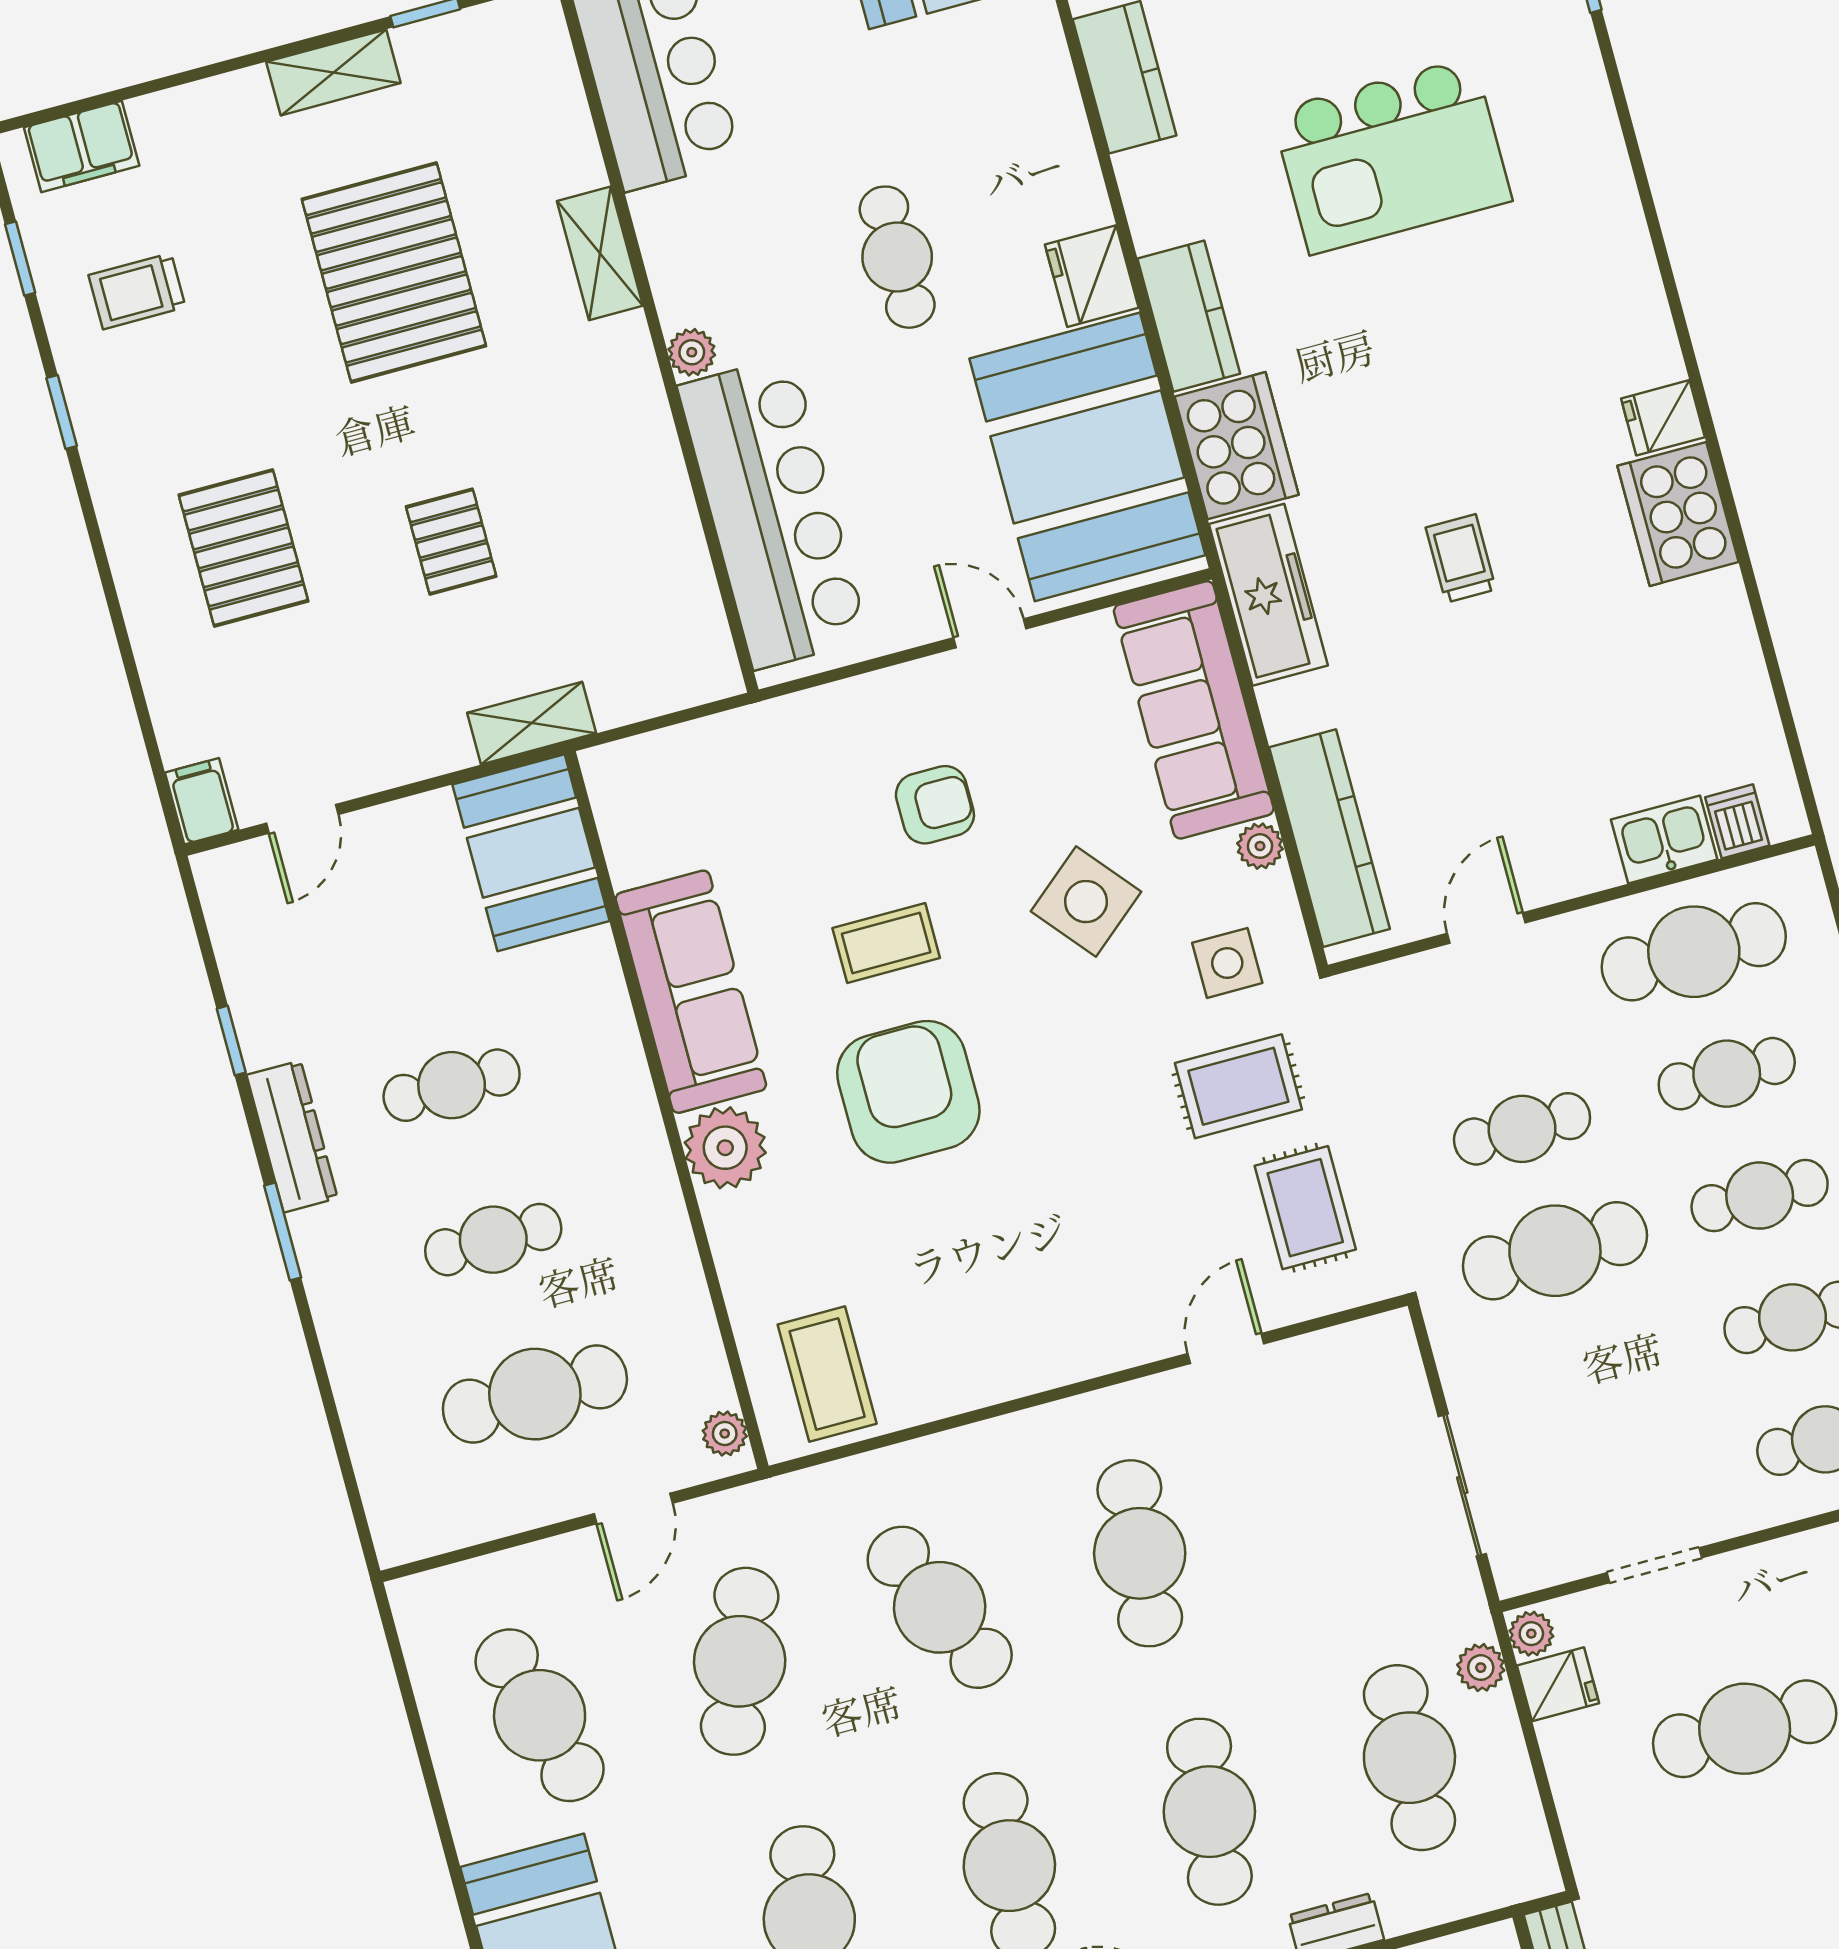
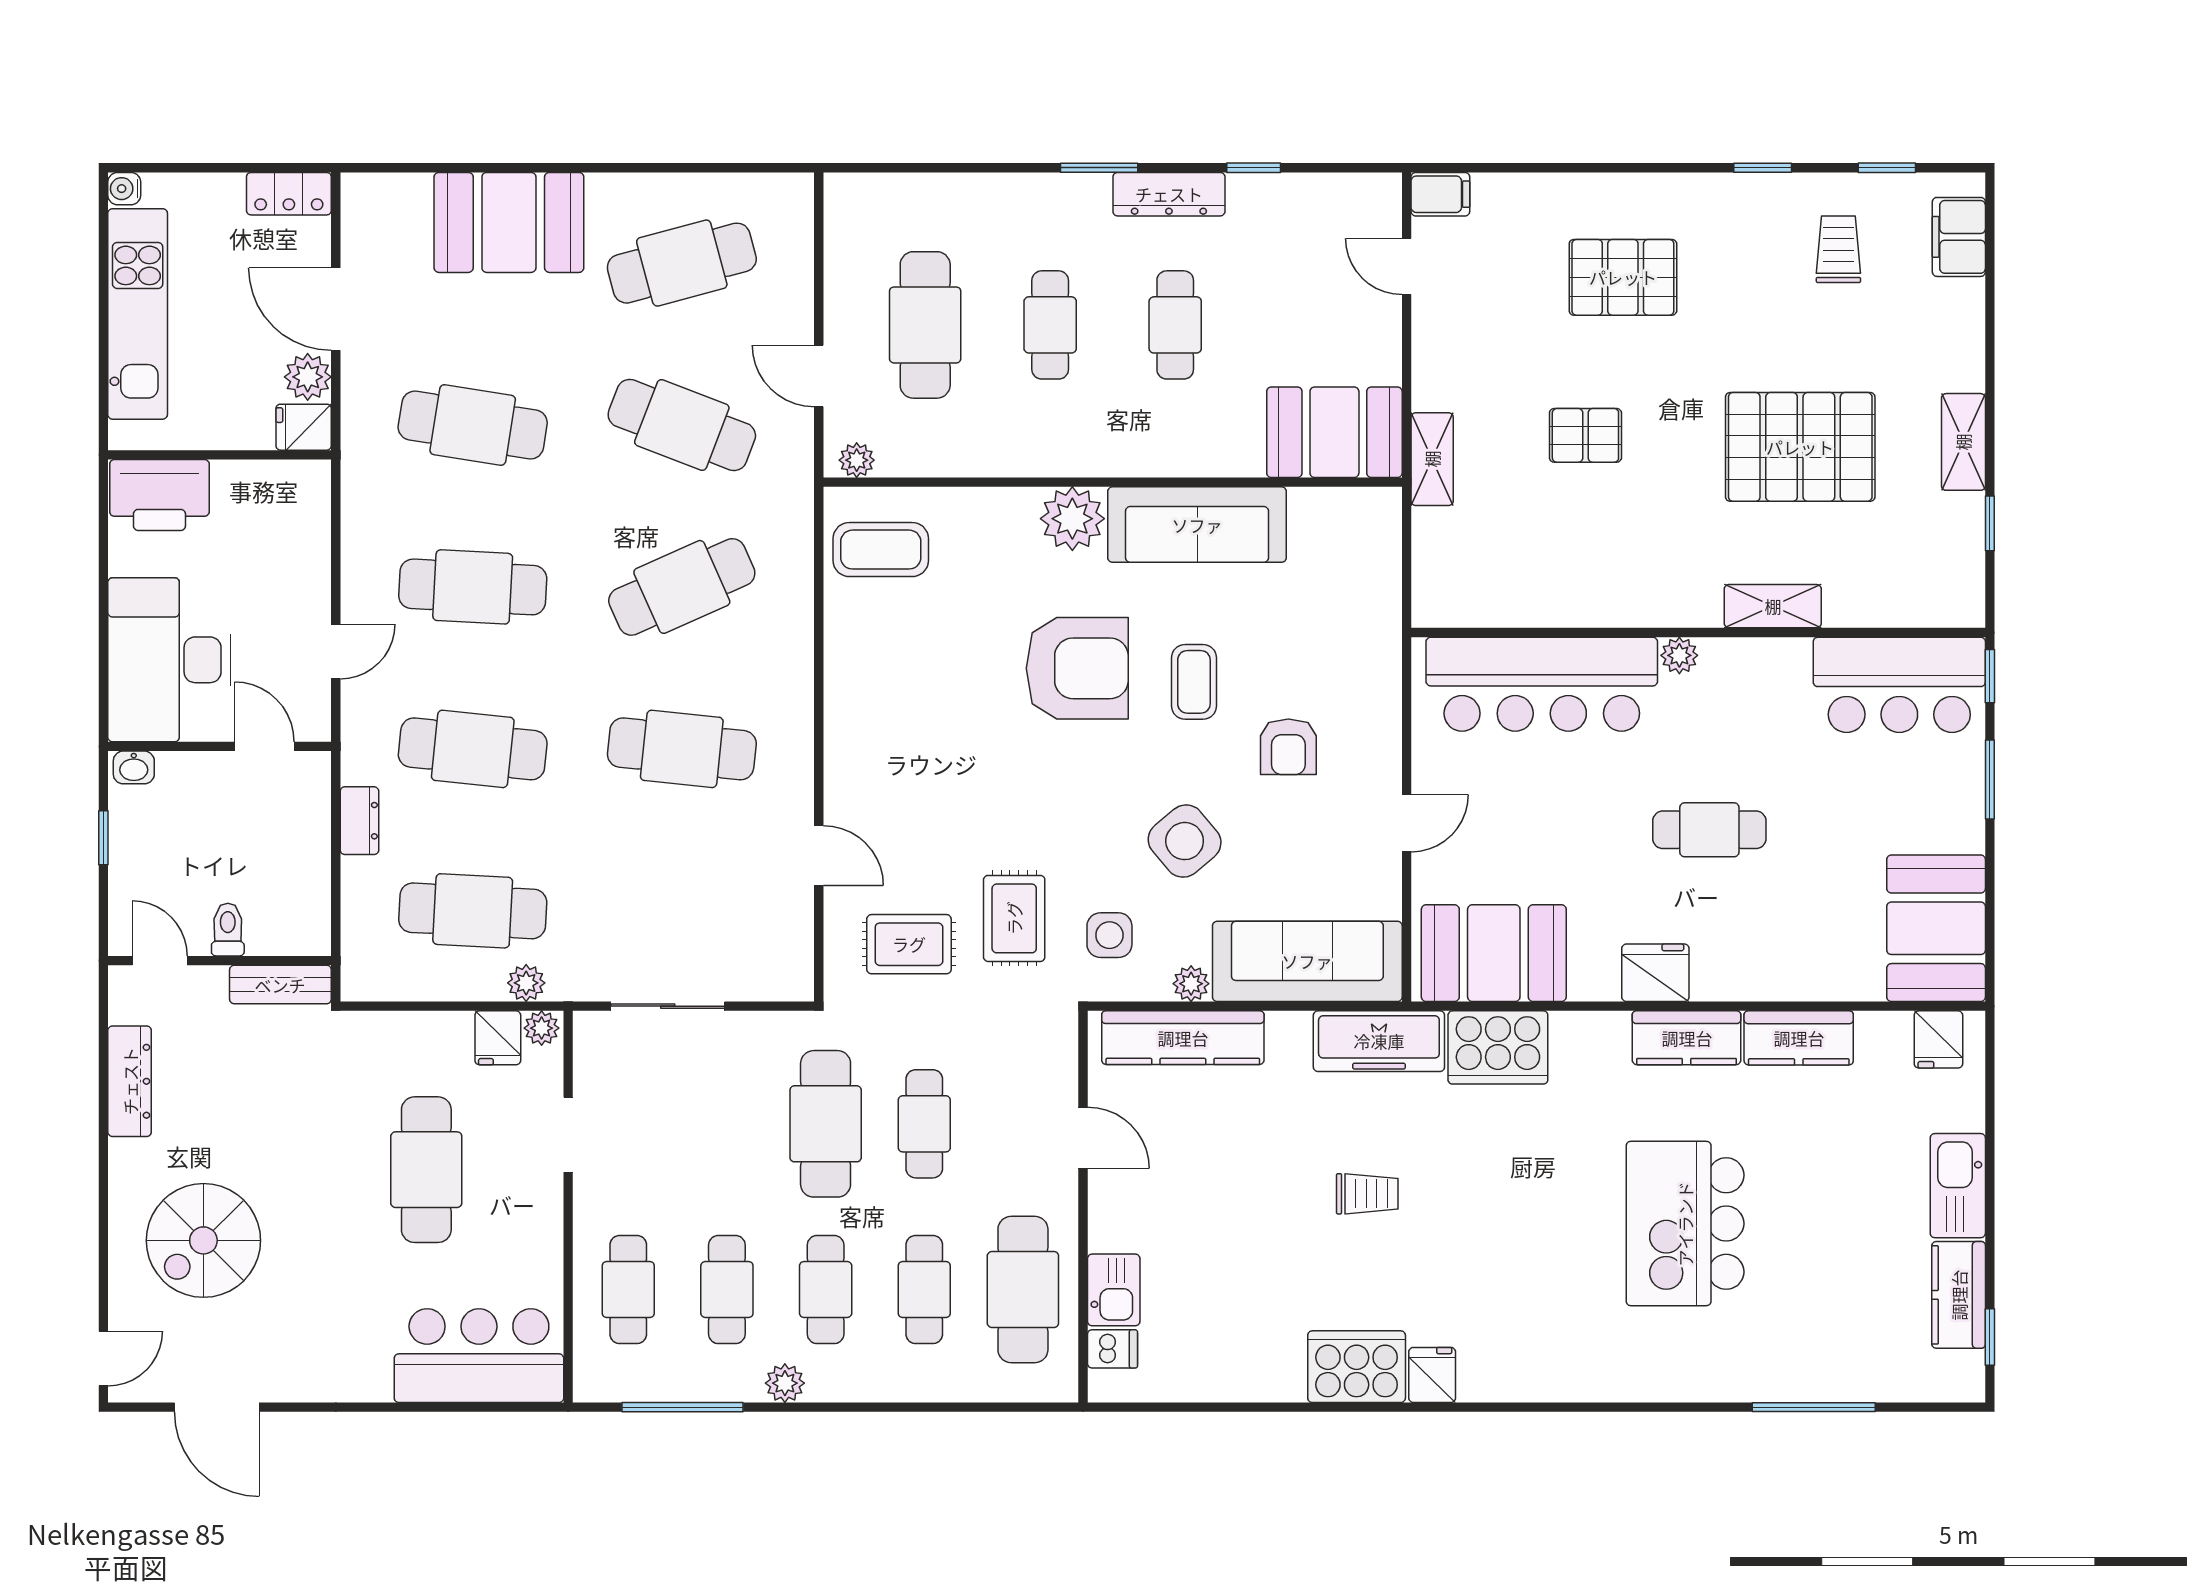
kitchen counter: (1189, 316) -> (1687, 1038), moved
booth: (1087, 457) -> (1494, 953), width x0.73, depth x0.70

